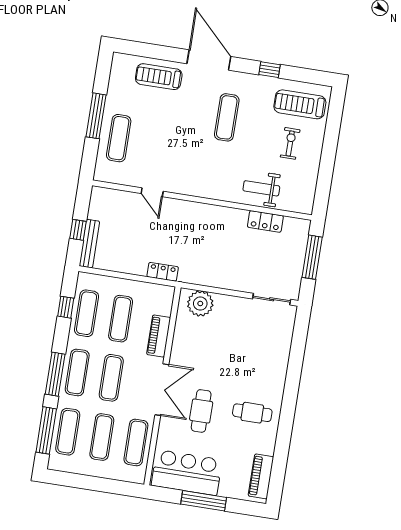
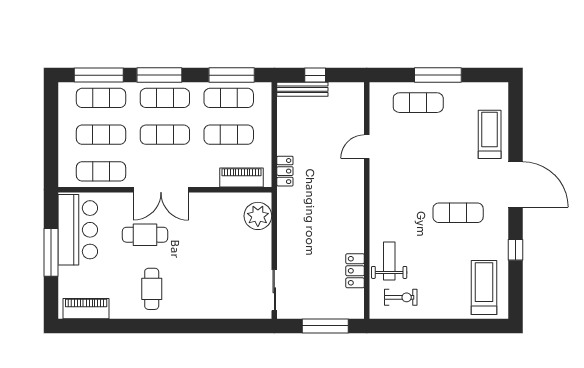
door: (209, 60) -> (515, 184), hinge flipped
exercise bike: (290, 143) -> (401, 297), moved
window: (66, 307) -> (232, 75), width x2.17
piano: (159, 336) -> (242, 178), moved

